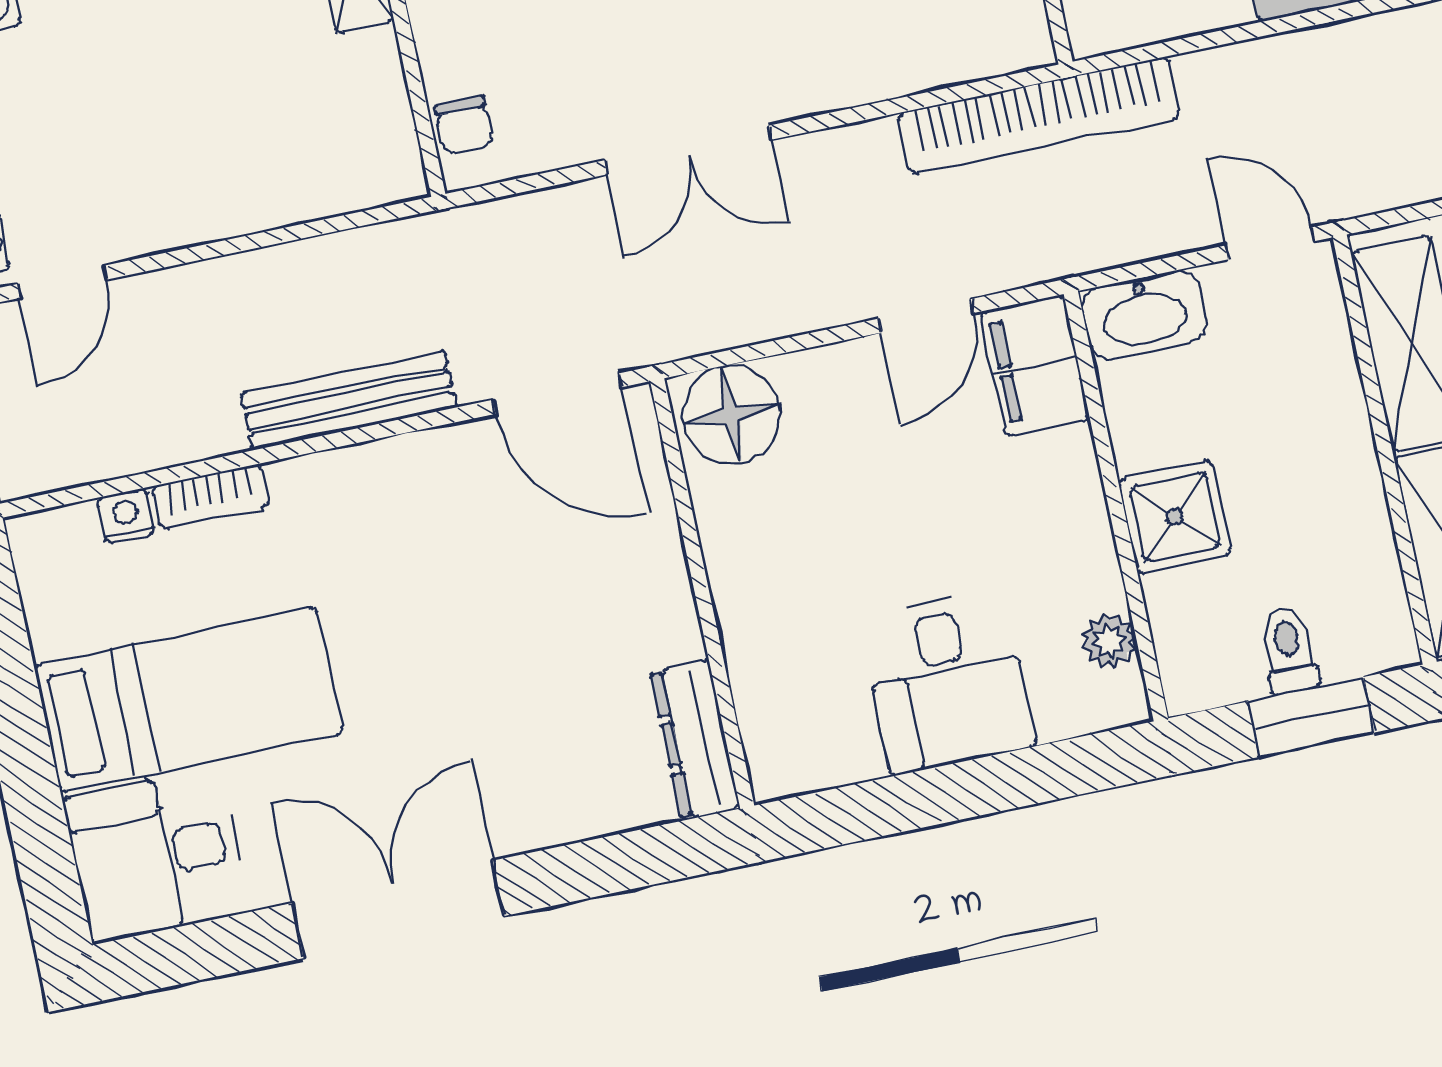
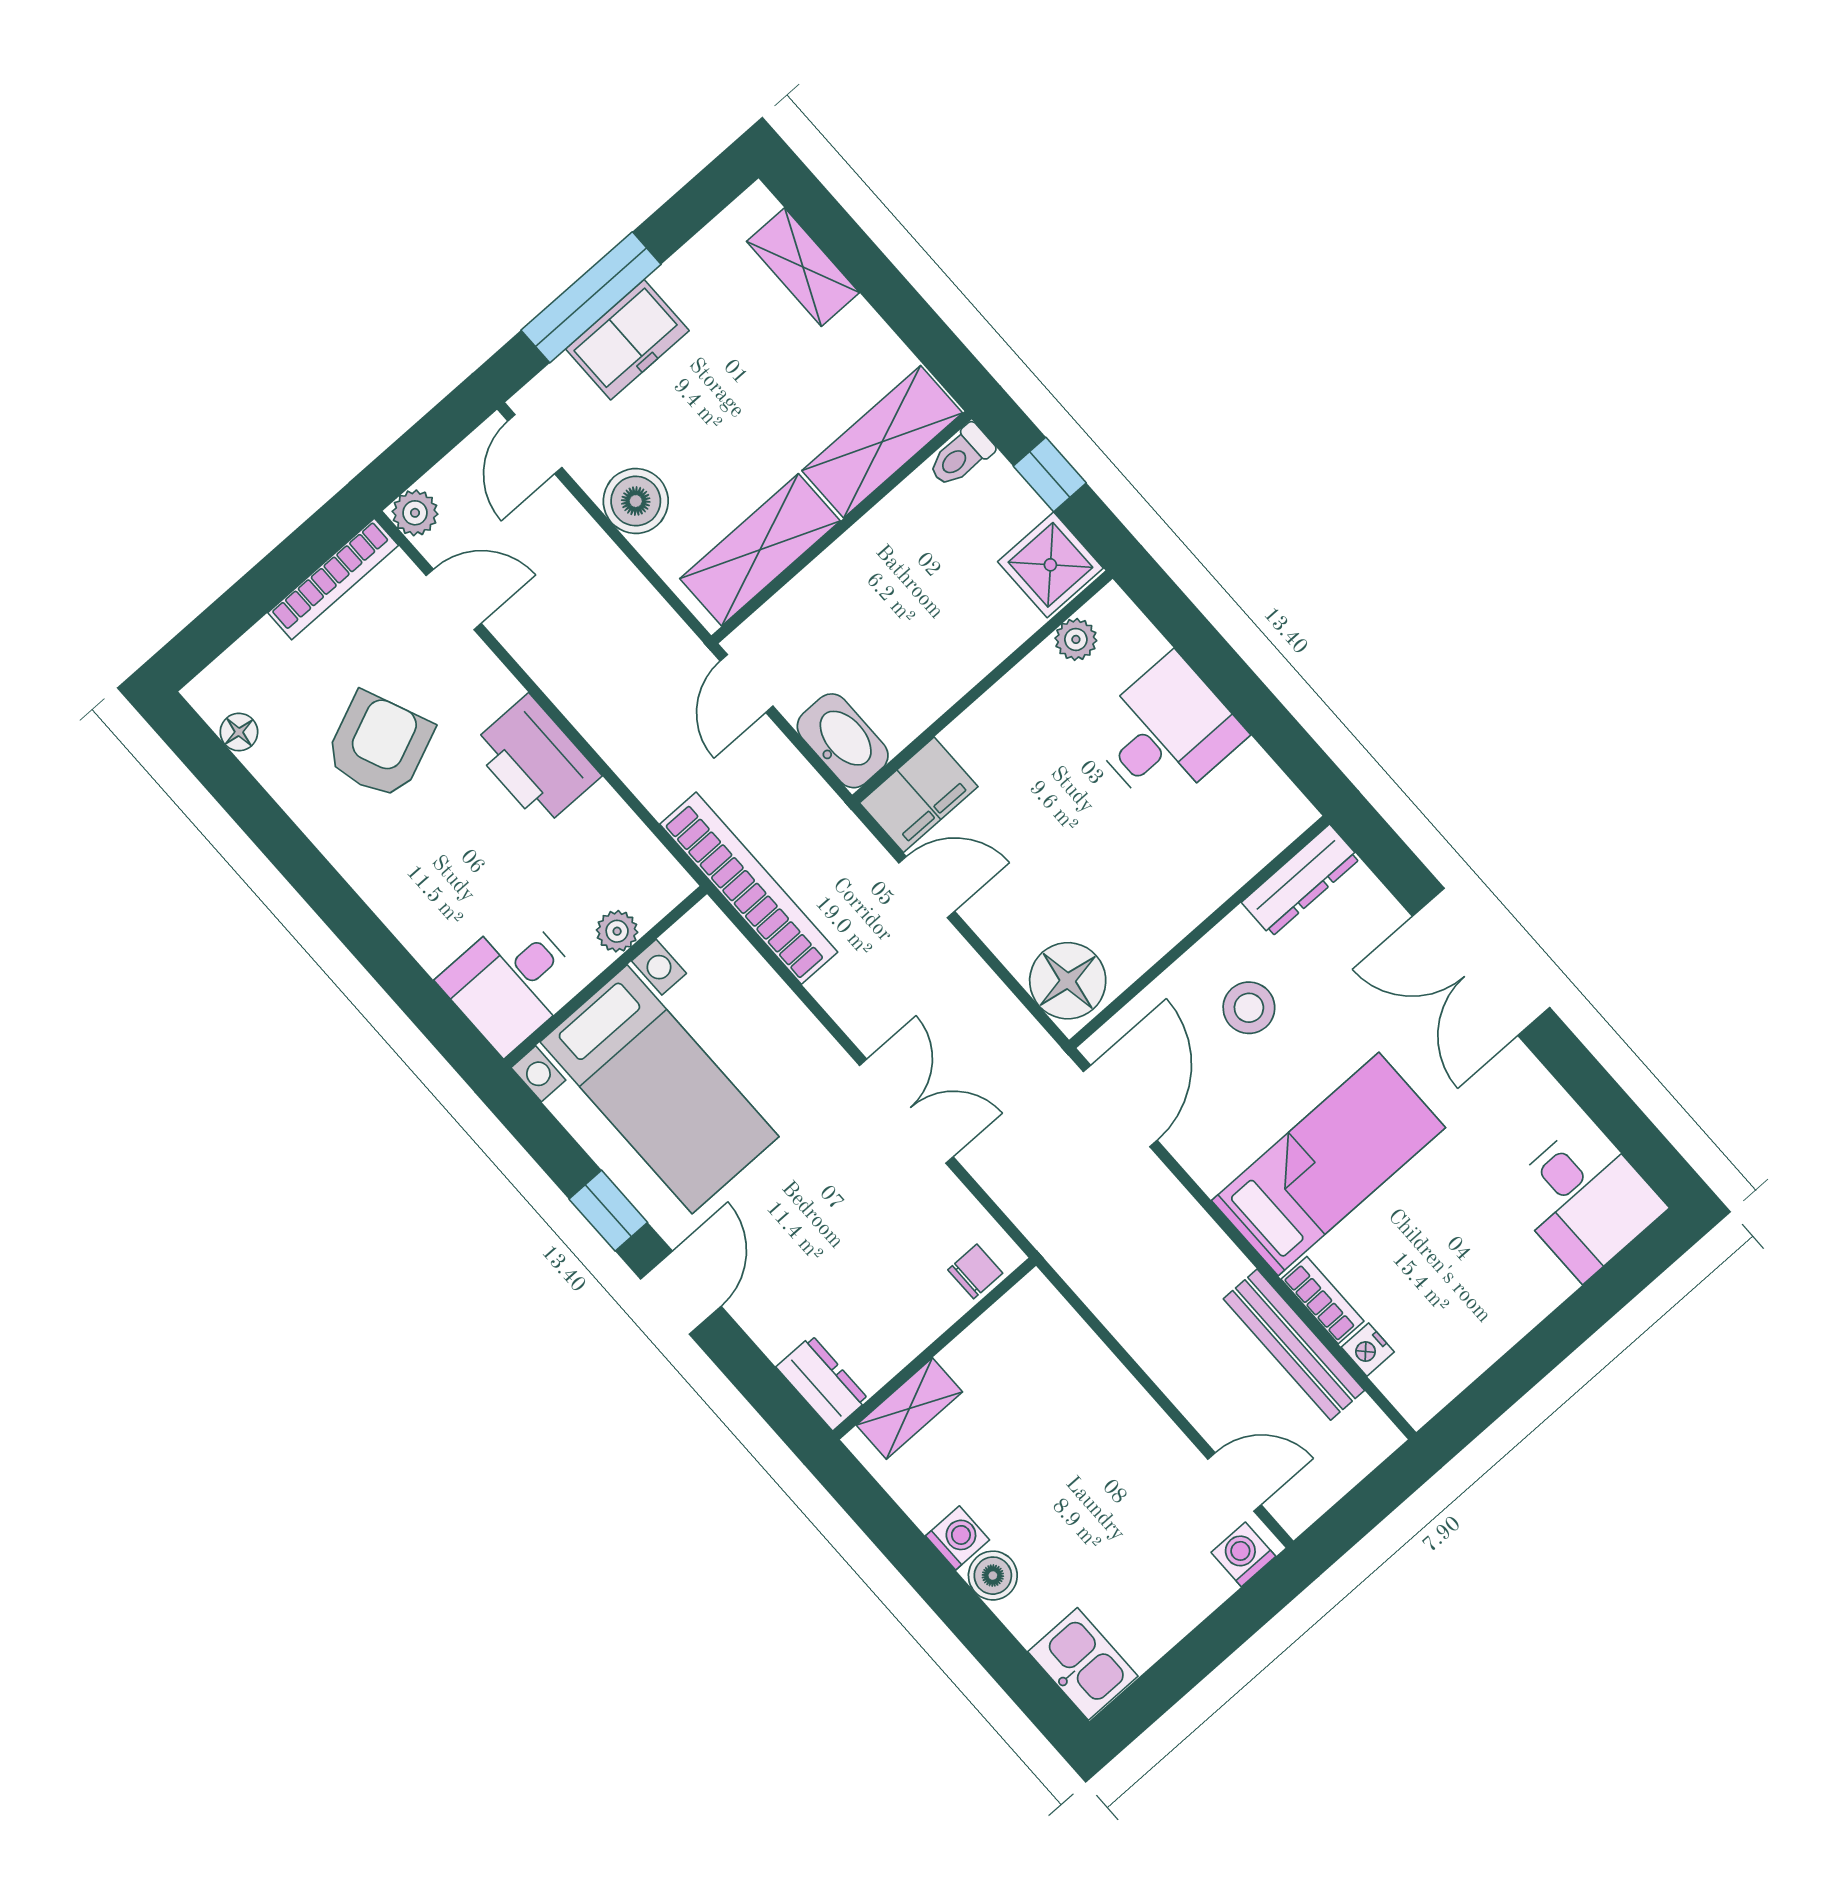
bench: (349, 400) -> (1294, 1345), moved
shower: (1175, 517) -> (1050, 565), moved
stool: (585, 601) -> (1249, 1008), added
toilet: (1289, 650) -> (961, 456), moved
bed: (188, 700) -> (1328, 1164), moved, turned 90
window: (1311, 717) -> (1050, 474), width x0.67
double door: (398, 909) -> (1481, 962), moved

